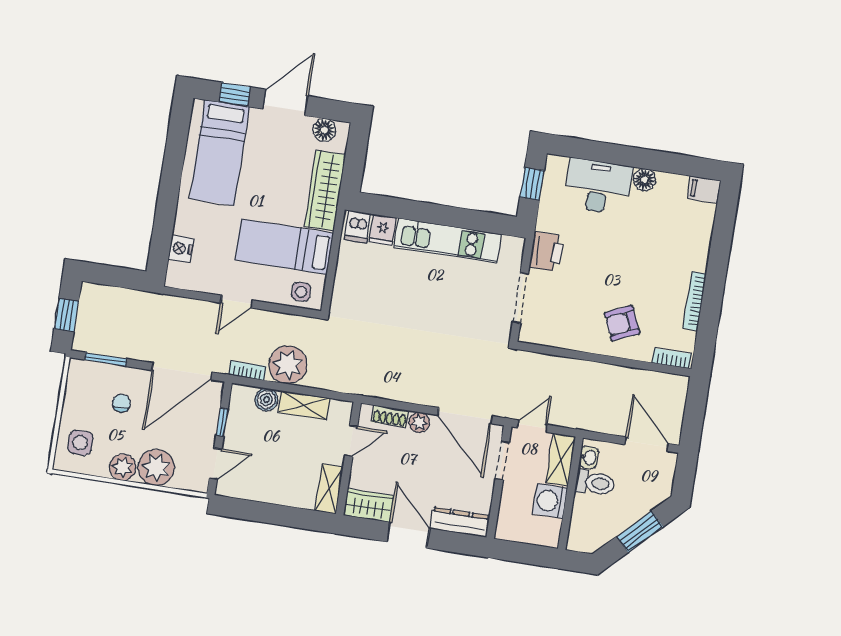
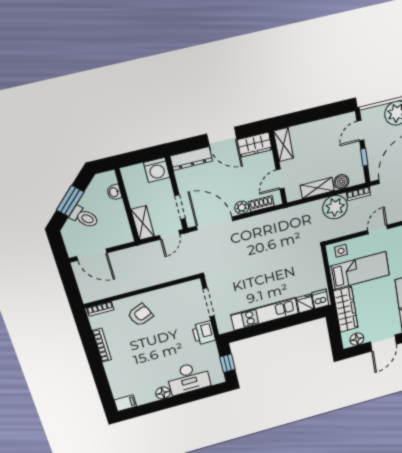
washbasin: (589, 457) -> (114, 192), moved
toilet: (595, 483) -> (84, 217), moved, turned -135
washing machine: (550, 501) -> (157, 170), moved, turned 90

